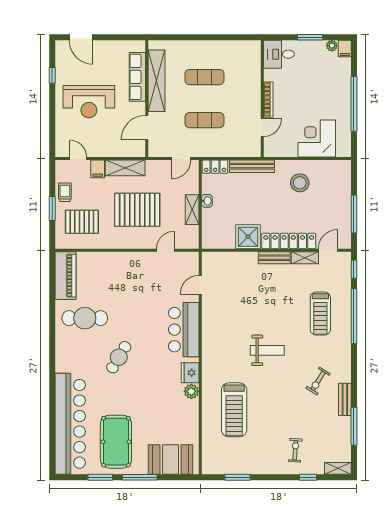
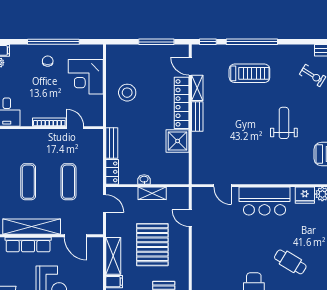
chair: (333, 98) -> (48, 61), added
bench: (252, 166) -> (112, 143), width x0.73

